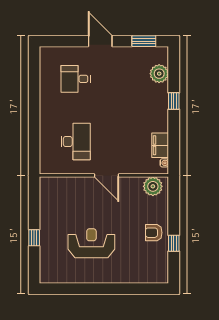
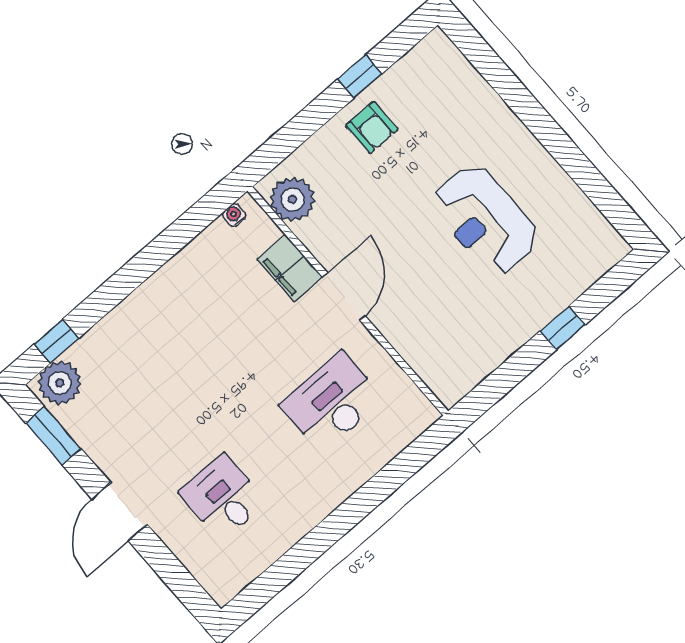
plant: (159, 74) -> (60, 383), moved
desk: (76, 79) -> (223, 497), turned 180
window: (174, 101) -> (56, 341), moved
filing cabinet: (160, 145) -> (290, 268), moved, turned 90

